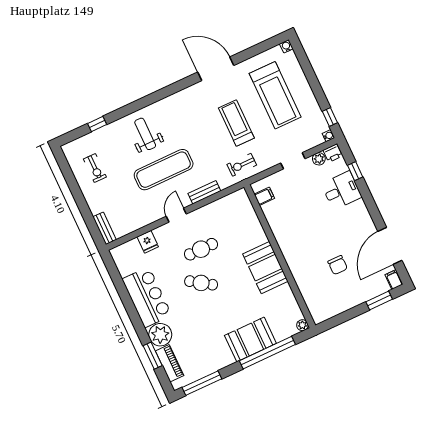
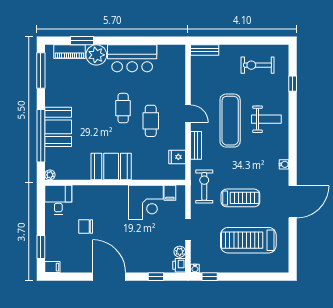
water cooler: (286, 46) -> (284, 164), moved
exercise bike: (242, 165) -> (204, 186), width x1.38, depth x1.39
exercise bike: (95, 168) -> (258, 65), width x1.38, depth x1.39
desk: (341, 190) -> (58, 200), moved, turned 180
corner desk: (285, 216) -> (146, 202), added
fridge: (148, 242) -> (177, 157), moved
door: (390, 246) -> (109, 277), moved
cafe table: (201, 283) -> (123, 108), turned -34

